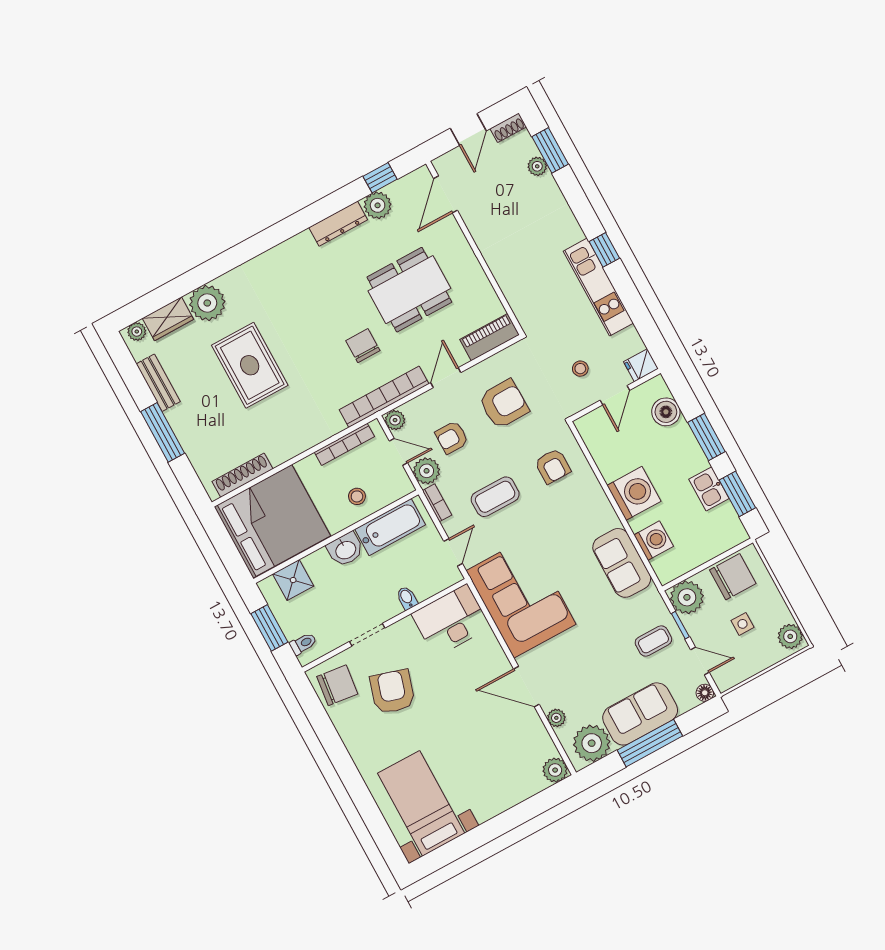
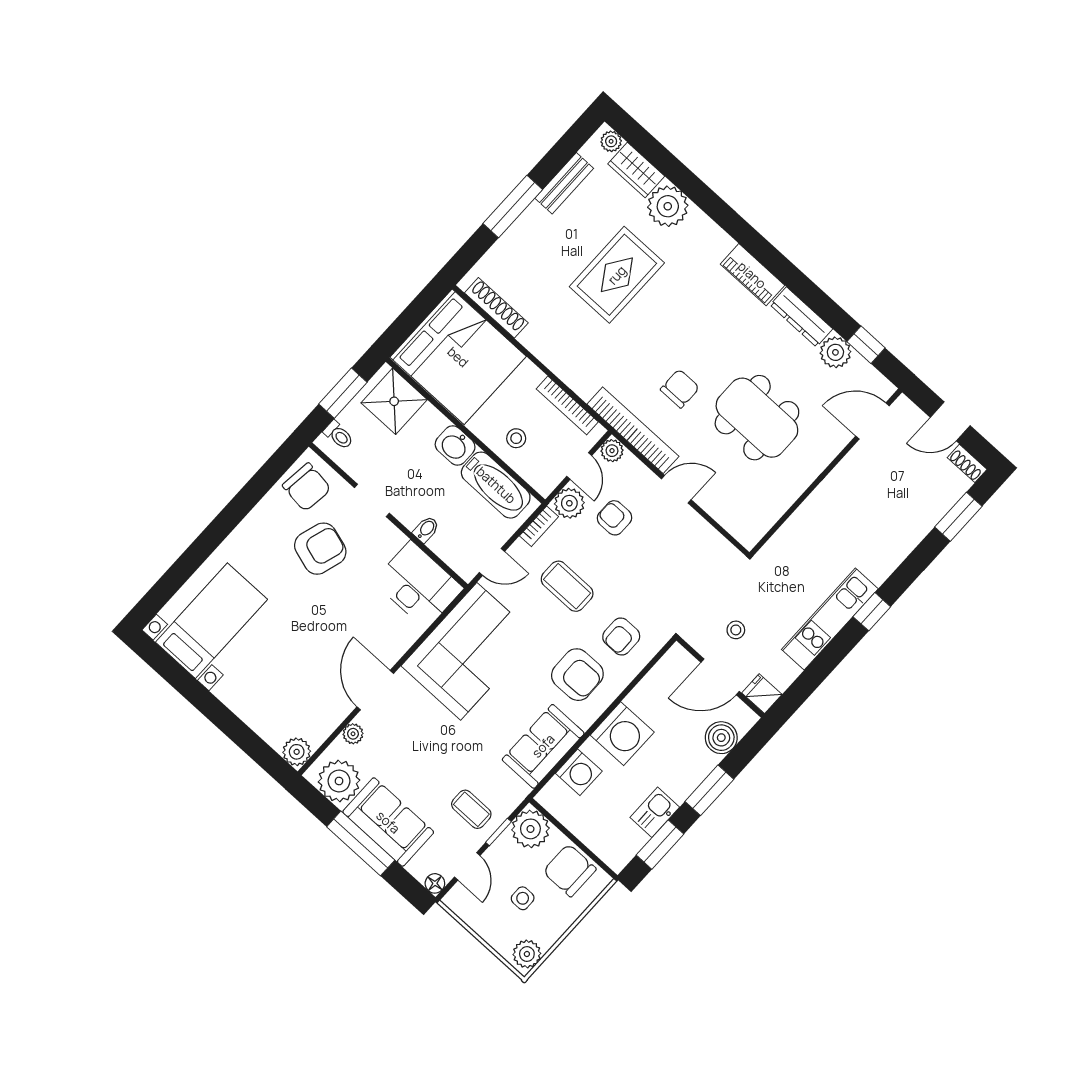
plant: (537, 166) -> (936, 509), removed
piano: (489, 337) -> (752, 275), moved, turned 180
door: (615, 395) -> (720, 677), width x1.38
armchair: (504, 404) -> (577, 675), moved
chair: (733, 577) -> (570, 870), turned 180
shower: (293, 580) -> (394, 401), width x1.36, depth x1.36

